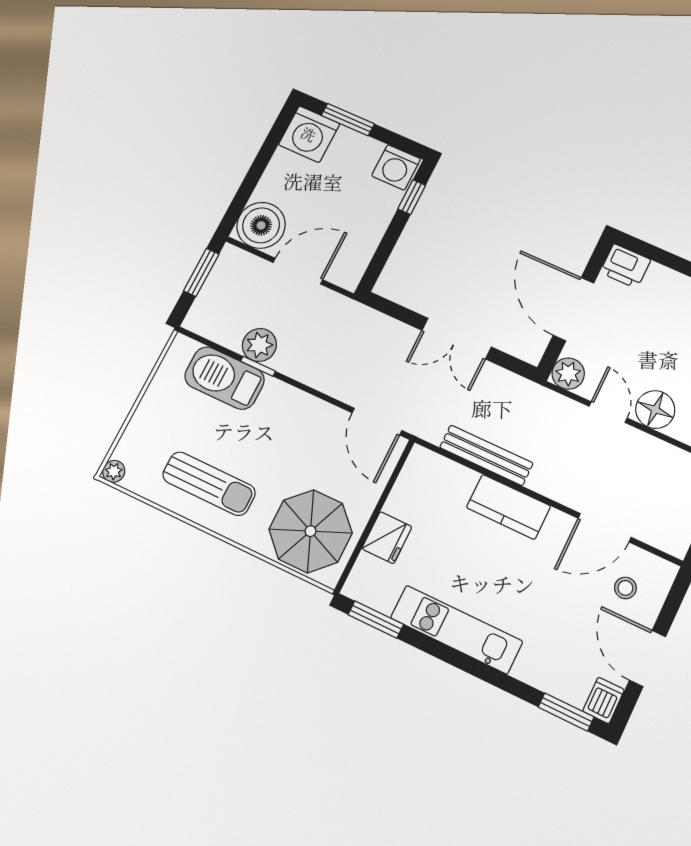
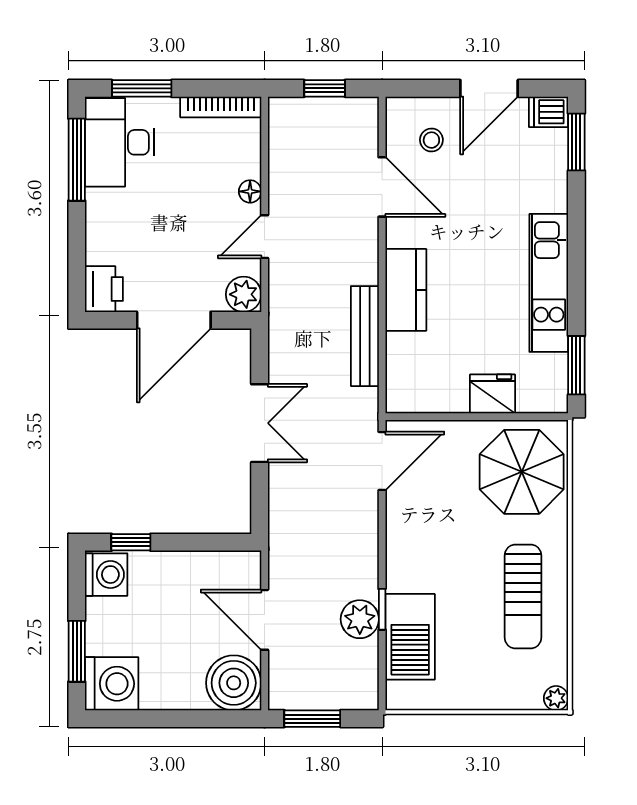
floor lamp: (655, 410) -> (250, 191), width x0.53, depth x0.53
sun lounger: (209, 484) -> (523, 597), turned 180

